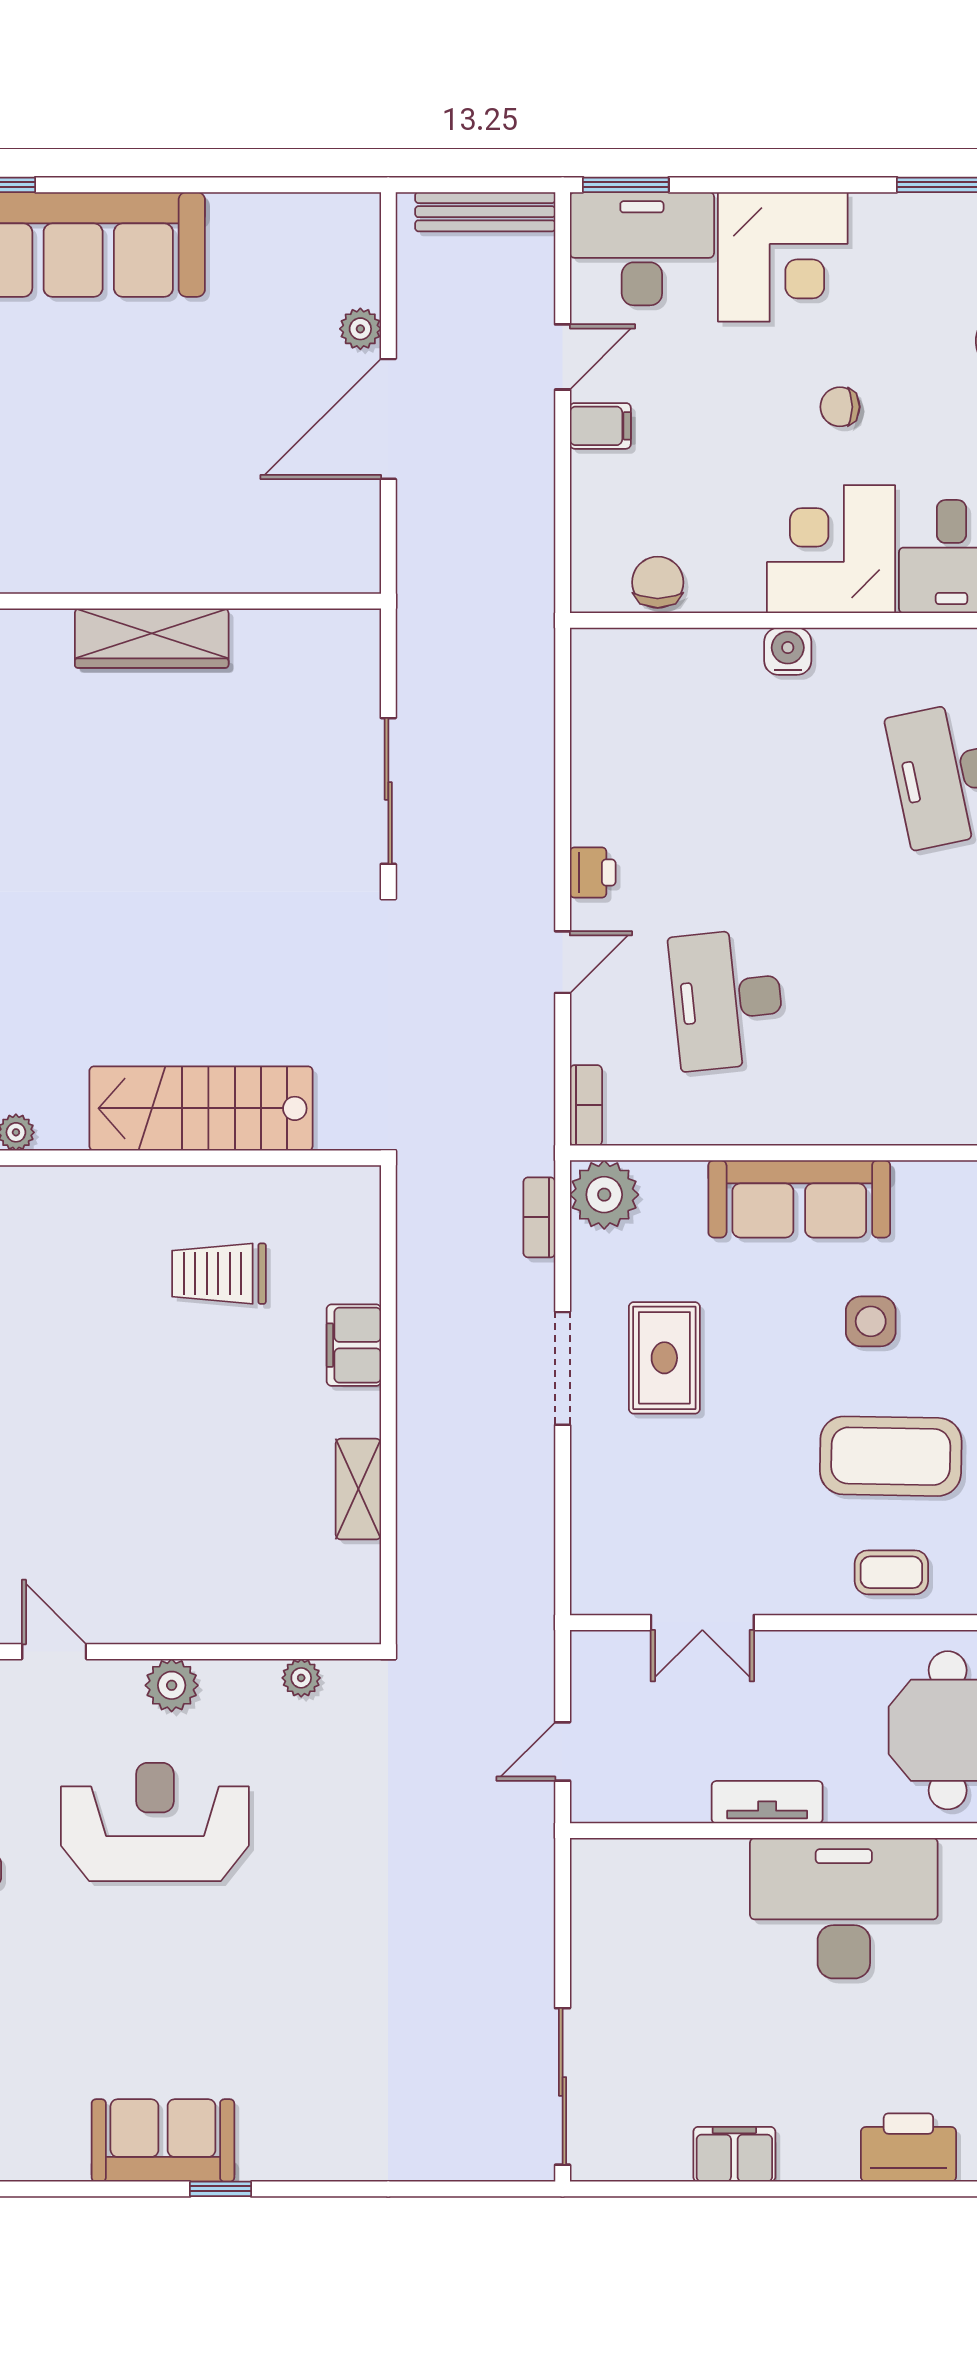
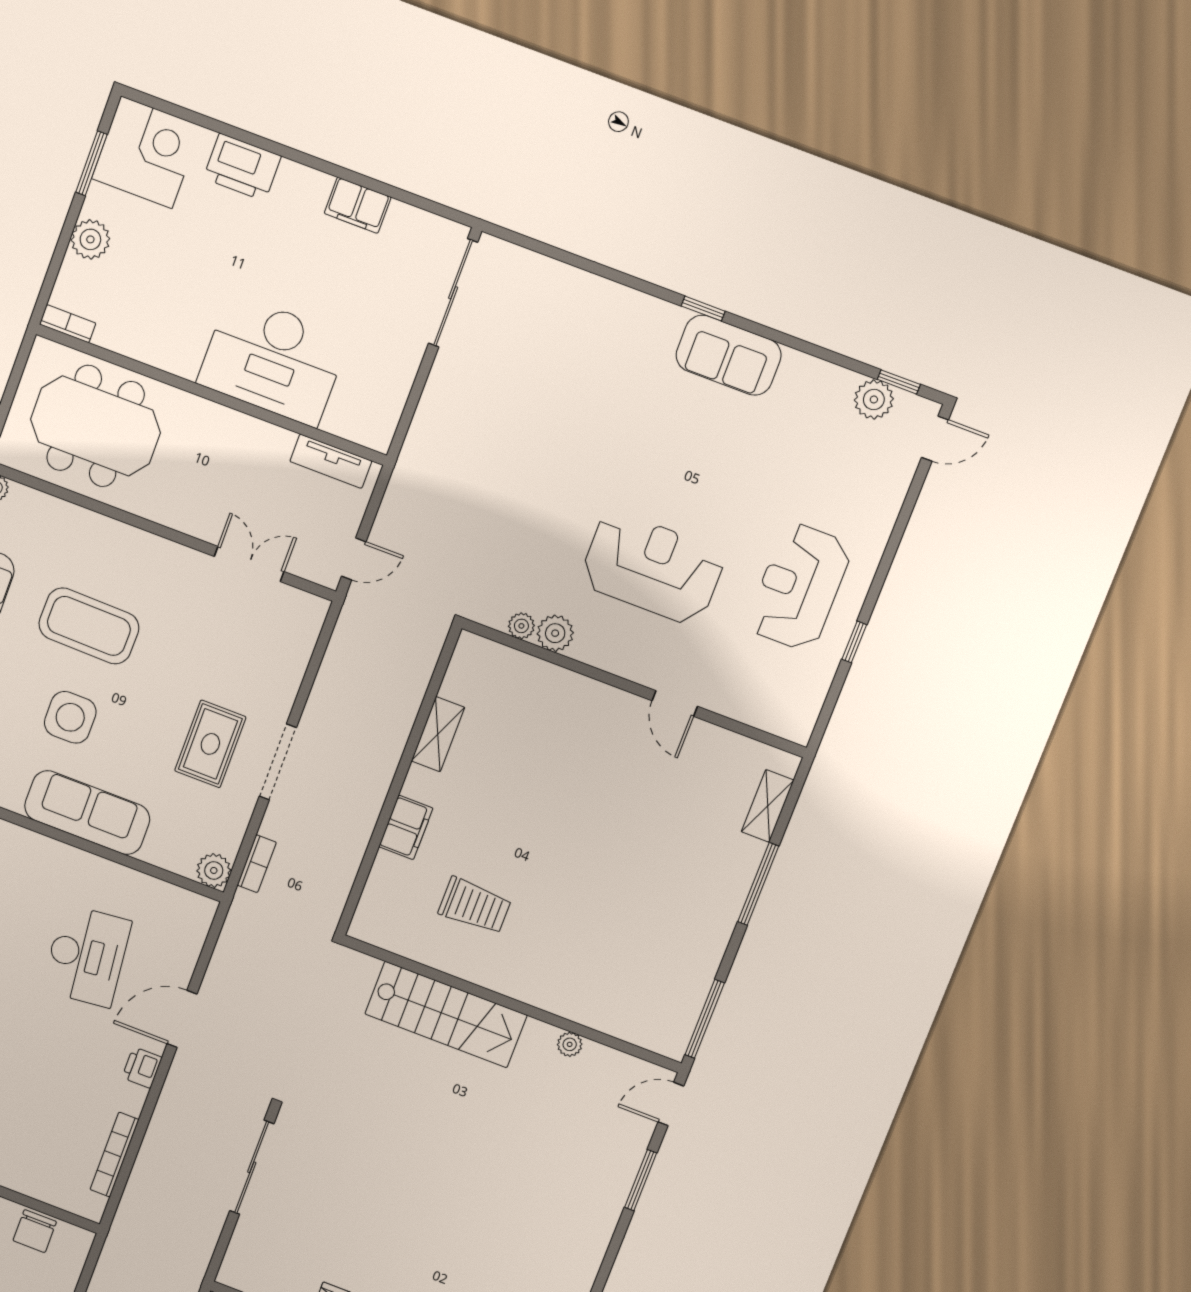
door: (563, 962) -> (182, 1019), width x1.37
bookcase: (586, 1105) -> (114, 1155), moved, width x1.56
plant: (604, 1195) -> (214, 870), width x0.73, depth x0.73
side table: (871, 1321) -> (70, 717), width x1.37, depth x1.37
coffee table: (891, 1572) -> (116, 551), removed
plant: (172, 1685) -> (555, 633), moved
door: (563, 1751) -> (354, 559), moved
tv unit: (767, 1802) -> (331, 461), moved
reception desk: (155, 1822) -> (652, 568), turned 180
desk: (844, 1908) -> (273, 360), moved

